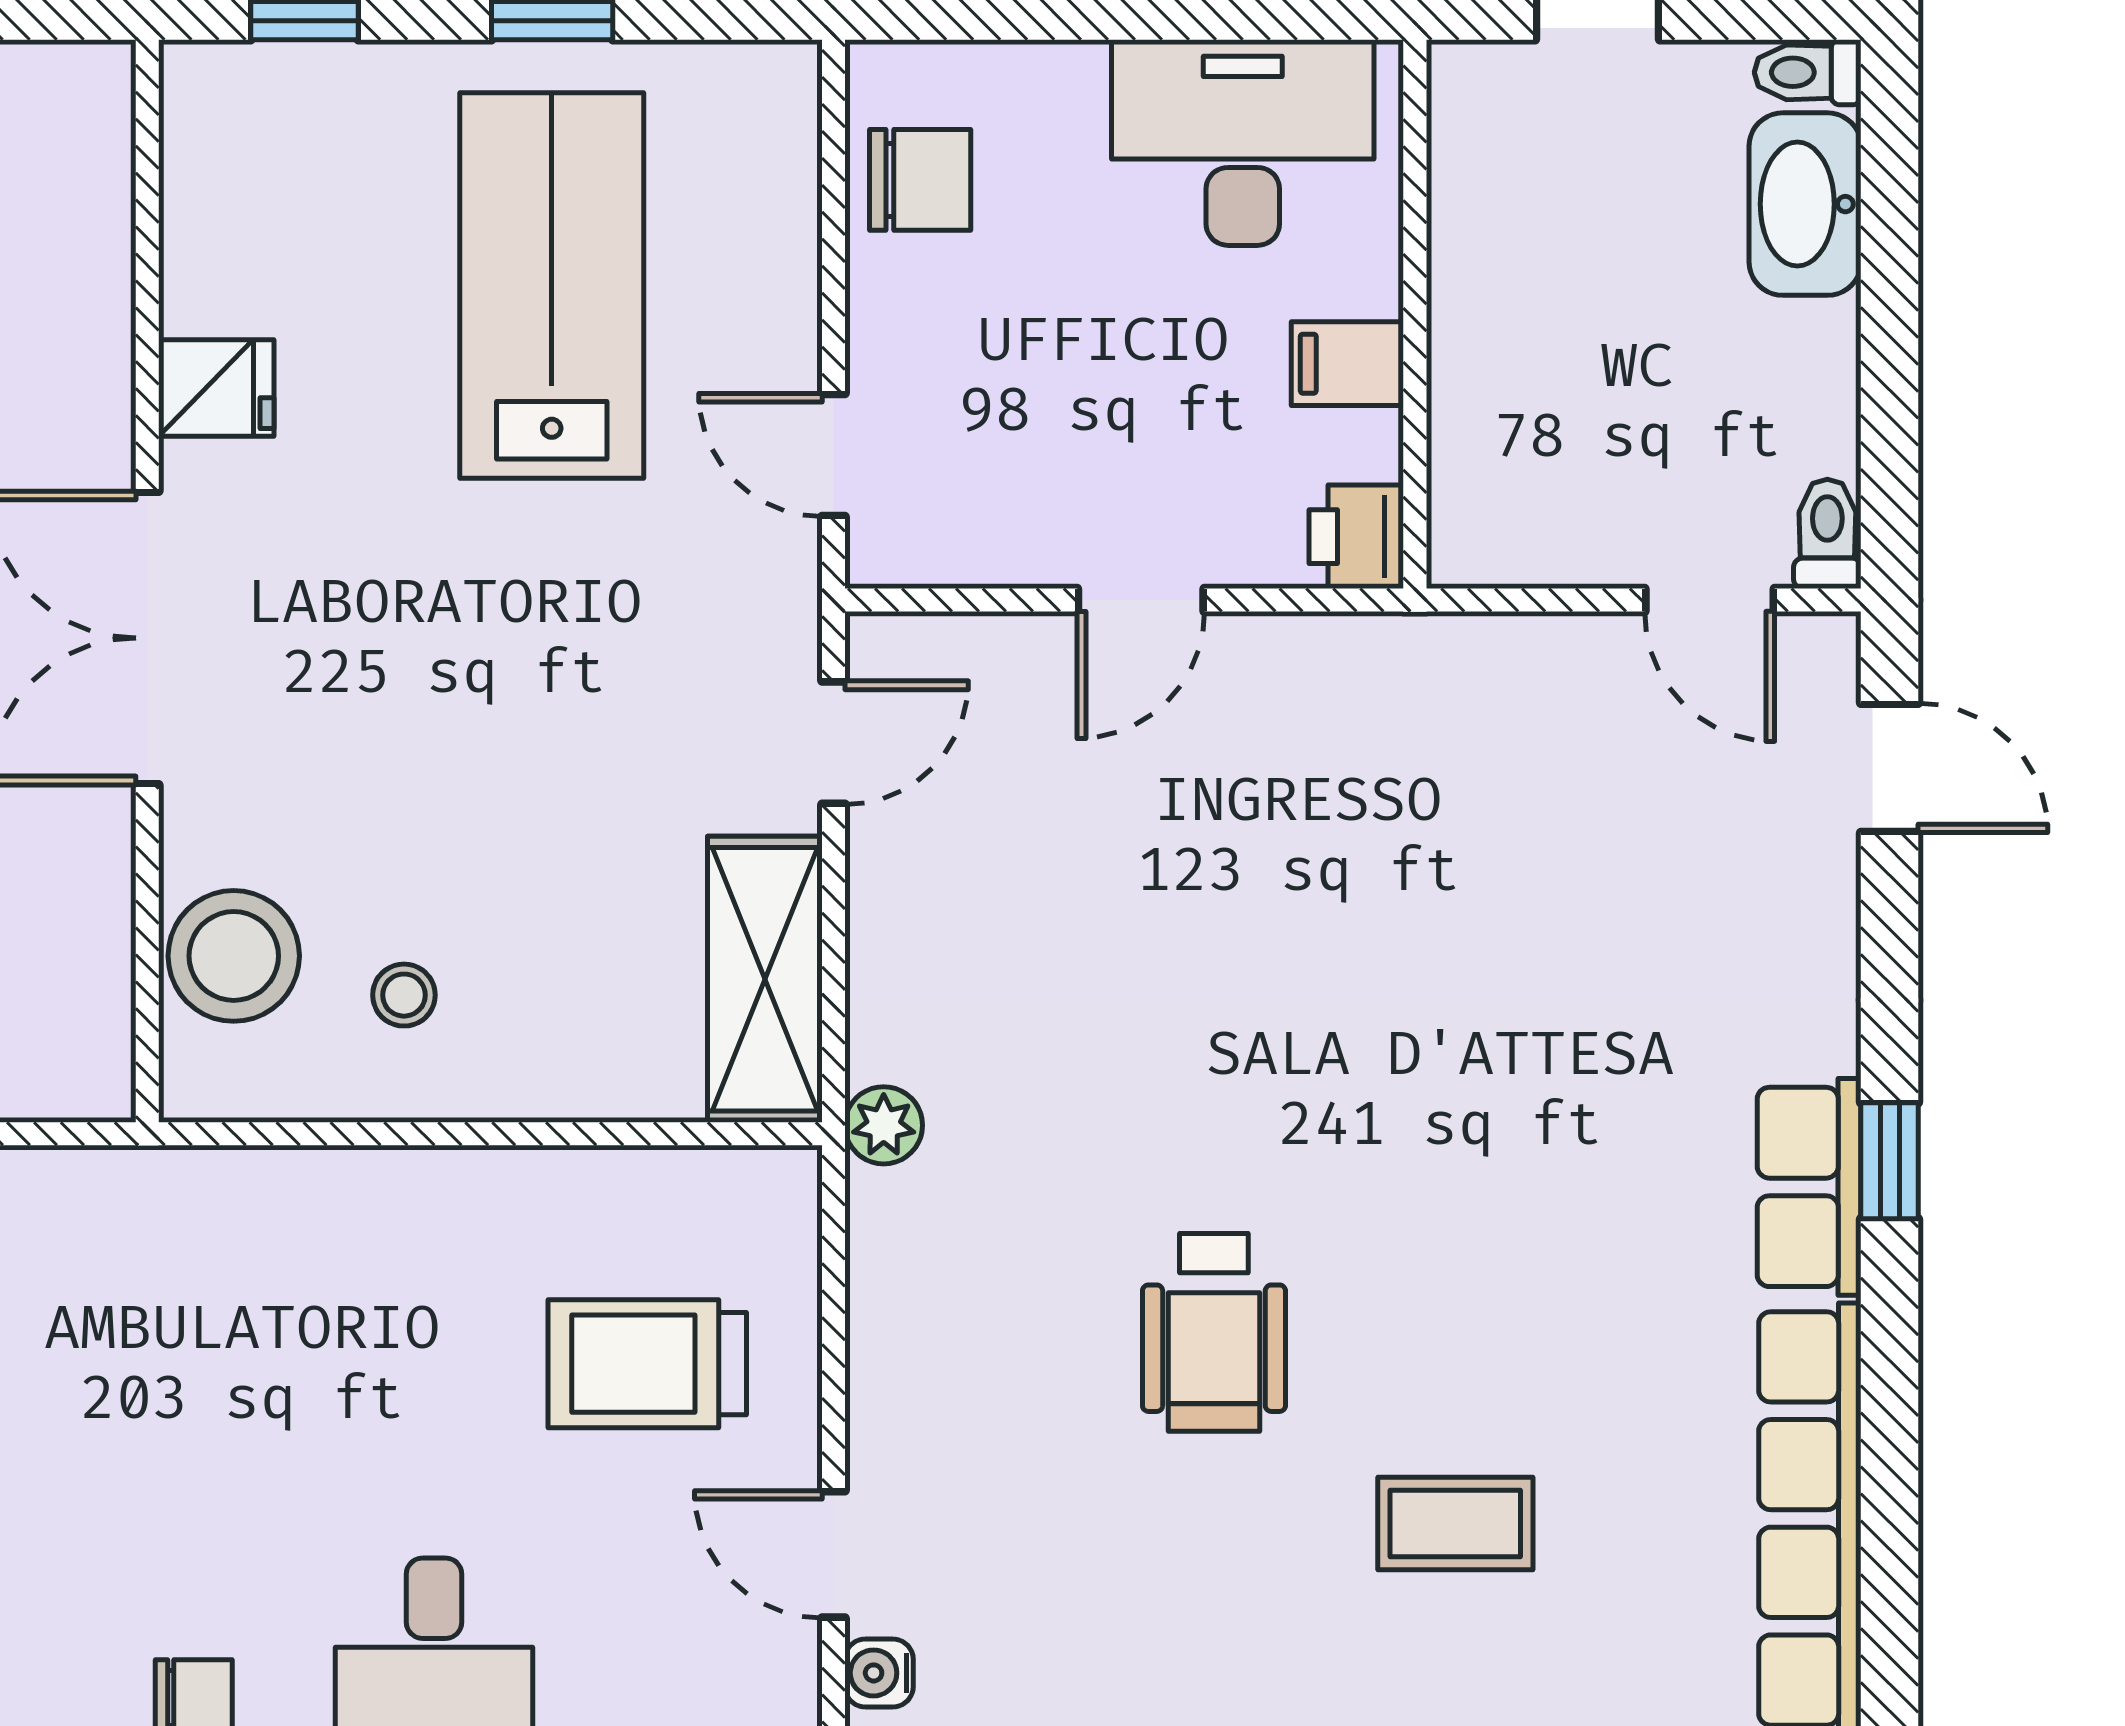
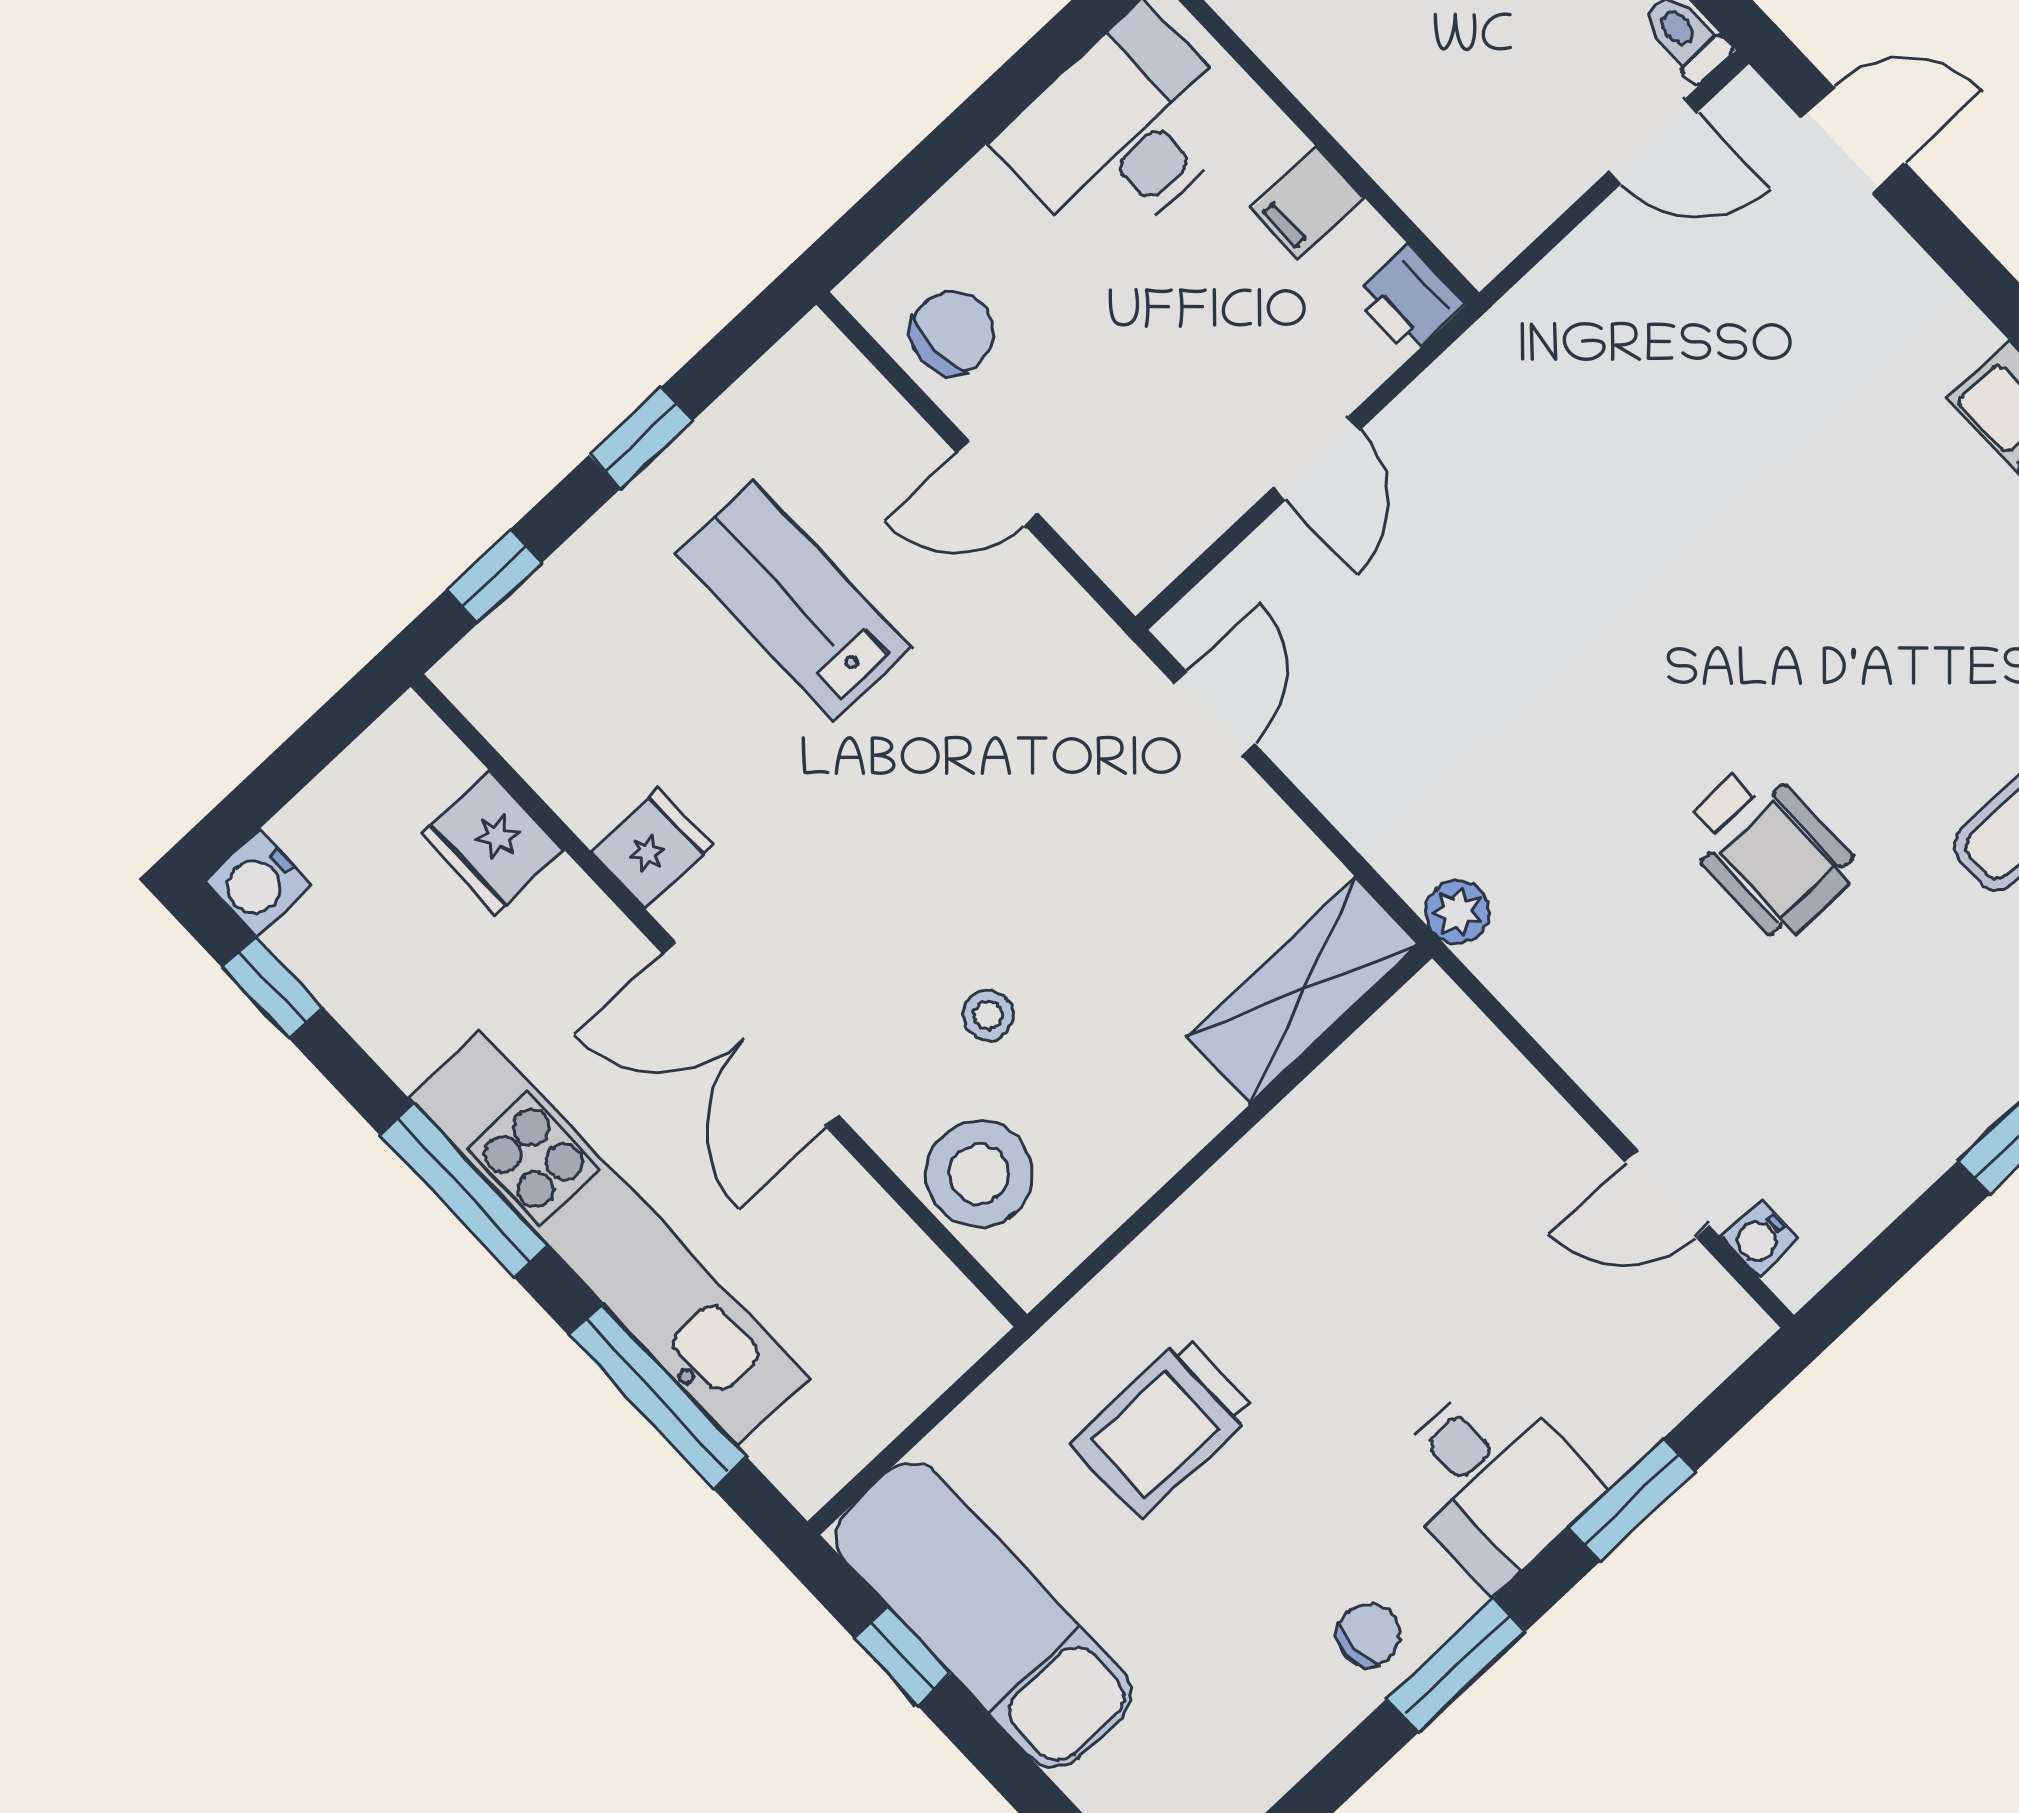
fridge: (78, 247) -> (492, 842), added
lab bench: (552, 285) -> (793, 600), width x0.73, depth x0.72
door: (834, 455) -> (997, 483), moved
shelving: (765, 979) -> (1303, 990), moved, turned 90
stool: (404, 995) -> (988, 1015), moved
trolley: (647, 1364) -> (1163, 1426), moved

